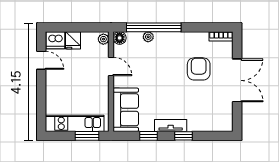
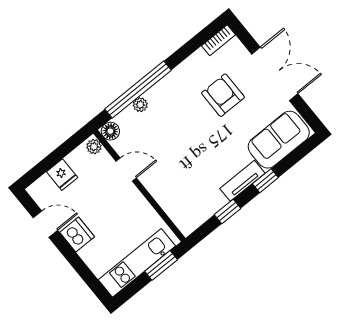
dishwasher: (55, 40) -> (77, 235), moved, turned -90
sofa: (126, 110) -> (279, 140), moved, turned -90

